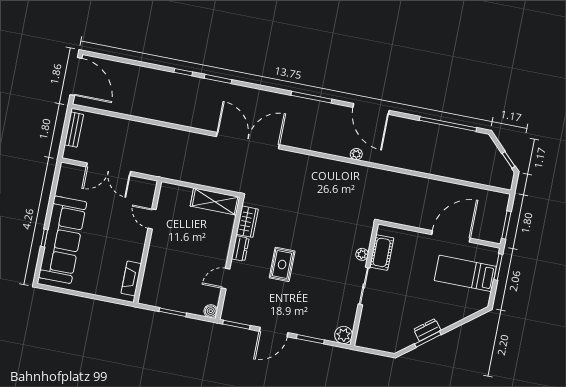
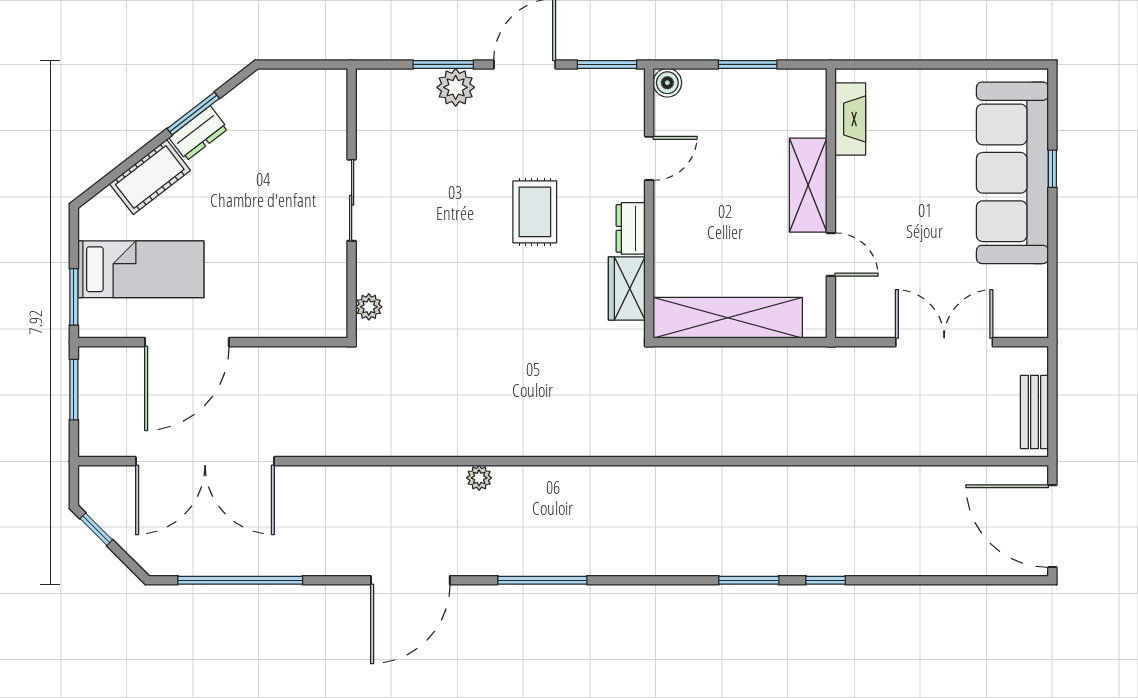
door: (371, 109) -> (410, 580), swing flipped
double door: (248, 141) -> (205, 461), moved
plant: (356, 154) -> (479, 478), moved
shelving: (215, 202) -> (728, 318), width x1.47
shelving: (156, 252) -> (808, 185), added
cot: (382, 252) -> (150, 177), moved, turned 52
plant: (362, 254) -> (369, 307), moved
plant: (344, 335) -> (456, 87), moved

